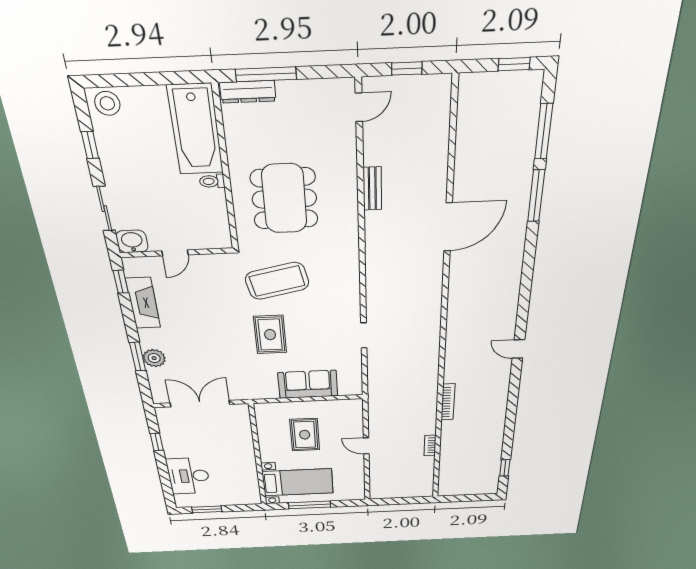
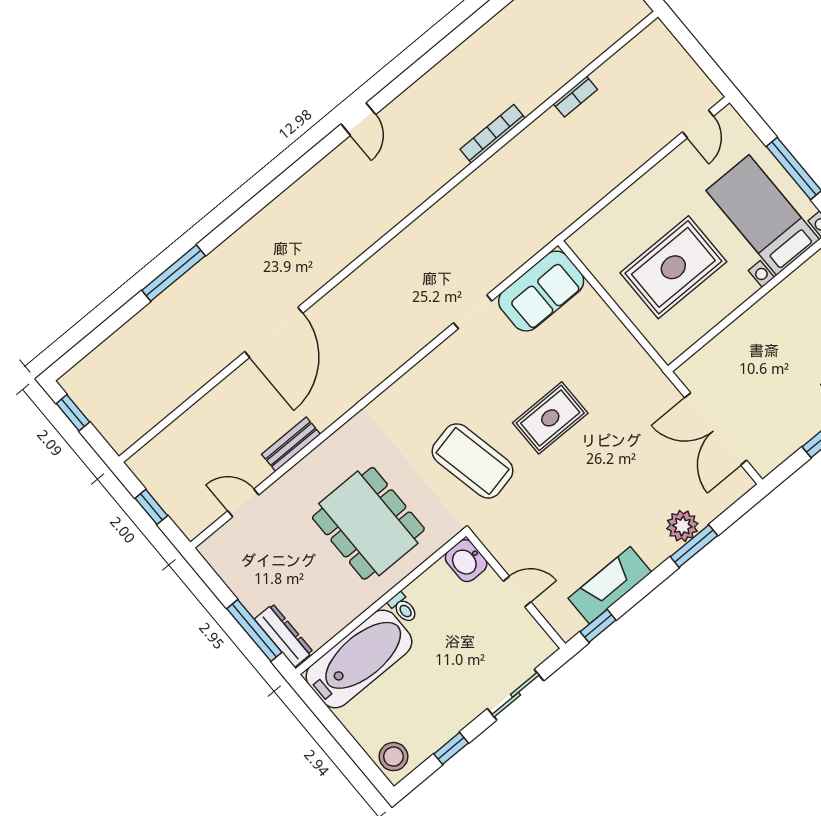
door: (359, 107) -> (243, 503), moved
window: (544, 132) -> (109, 327), removed
dining table: (284, 199) -> (368, 523), turned 90
door: (448, 227) -> (274, 332), swing flipped
washbasin: (132, 241) -> (466, 561), moved
sofa: (308, 384) -> (541, 291), moved, turned -90
rug: (305, 435) -> (673, 267), width x1.36, depth x1.43
door: (366, 446) -> (698, 124), moved

